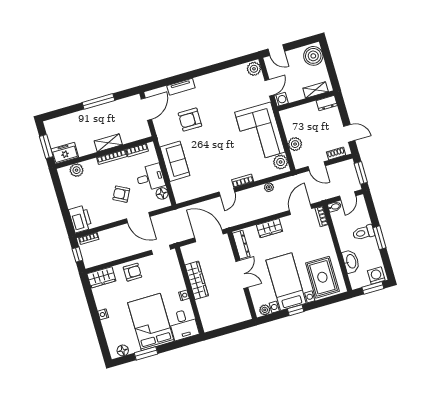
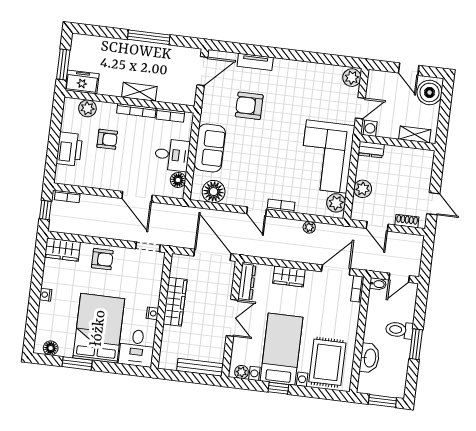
door: (276, 50) -> (409, 69), moved
dresser: (327, 103) -> (371, 150), moved
window: (361, 173) -> (427, 257), removed
floor lamp: (191, 191) -> (214, 192), added
door: (227, 192) -> (256, 211), hinge flipped
armchair: (121, 194) -> (107, 139), moved, turned 152
printer: (80, 219) -> (69, 149), moved
washing machine: (376, 276) -> (393, 388), removed
bench: (234, 319) -> (200, 367), added

